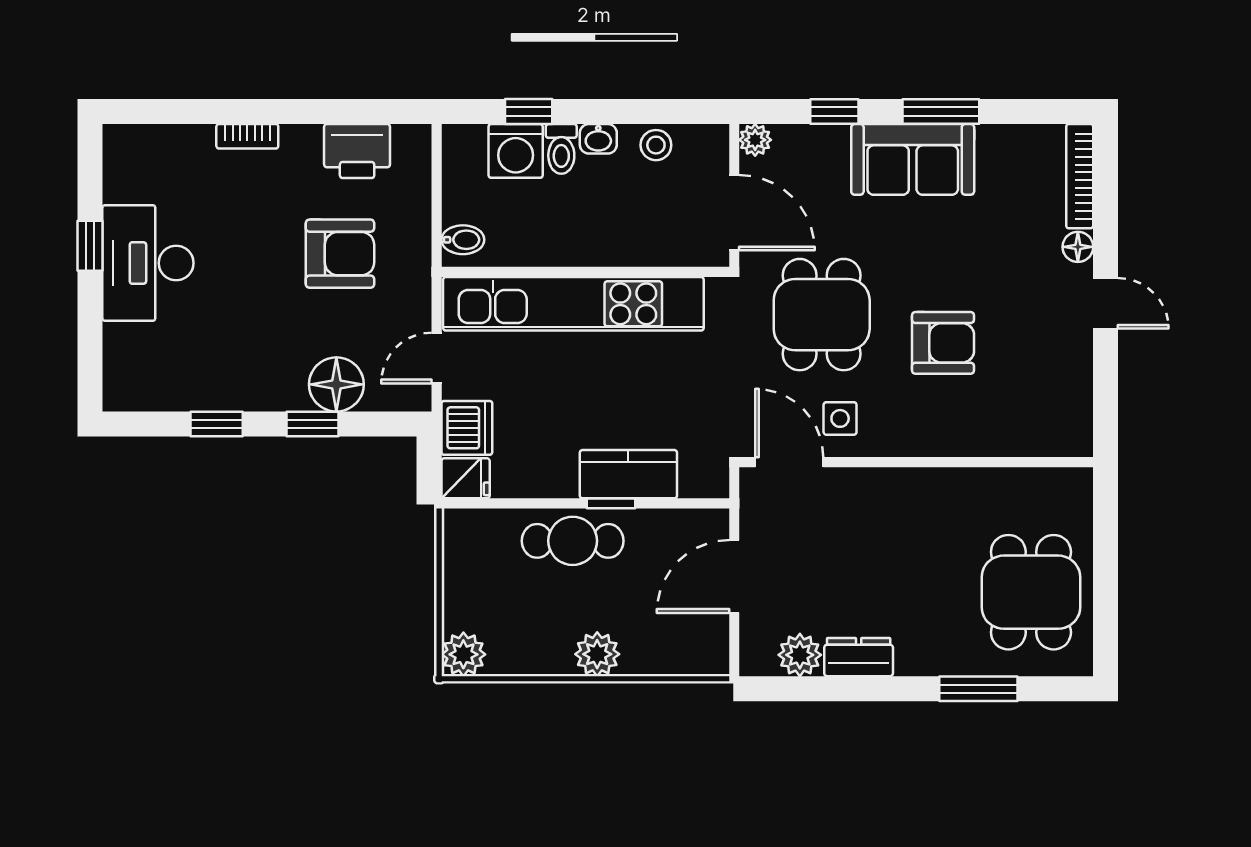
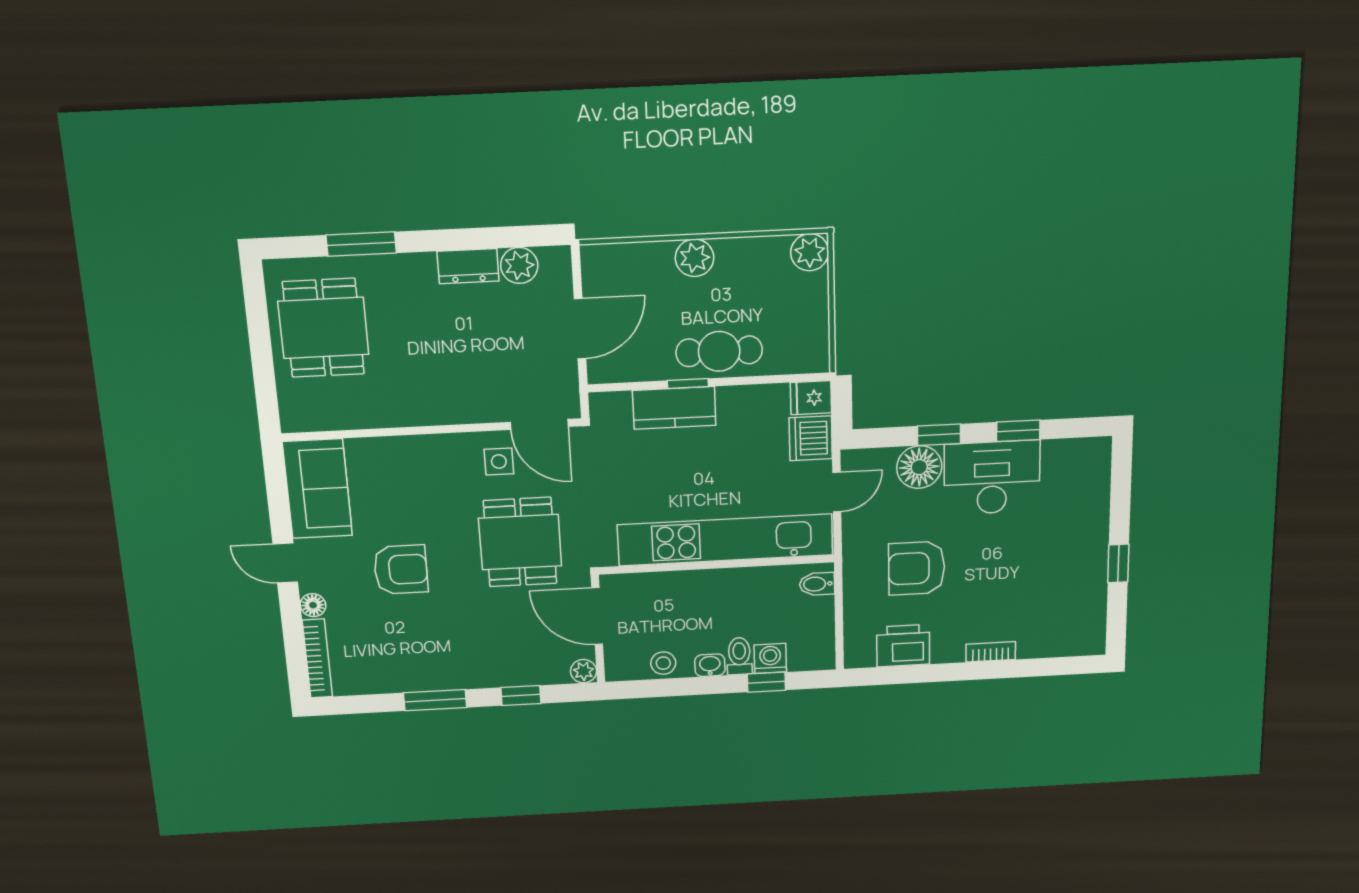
washing machine: (516, 151) -> (770, 658), width x0.73, depth x0.73
sofa: (913, 159) -> (317, 489), moved, turned 90
desk: (148, 263) -> (992, 478), moved, turned -90
armchair: (943, 343) -> (401, 570), moved, turned 180

